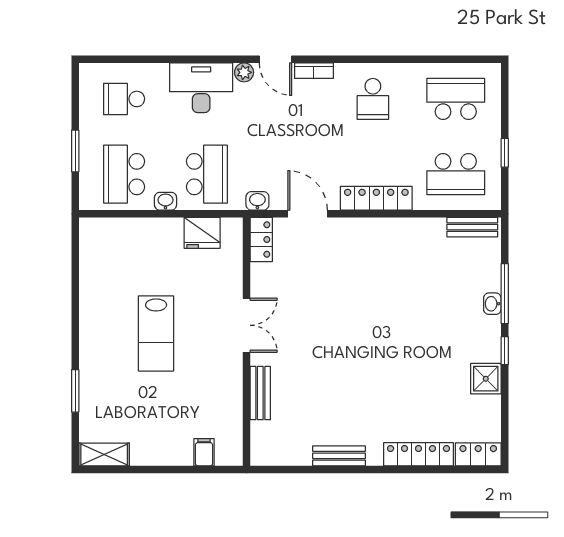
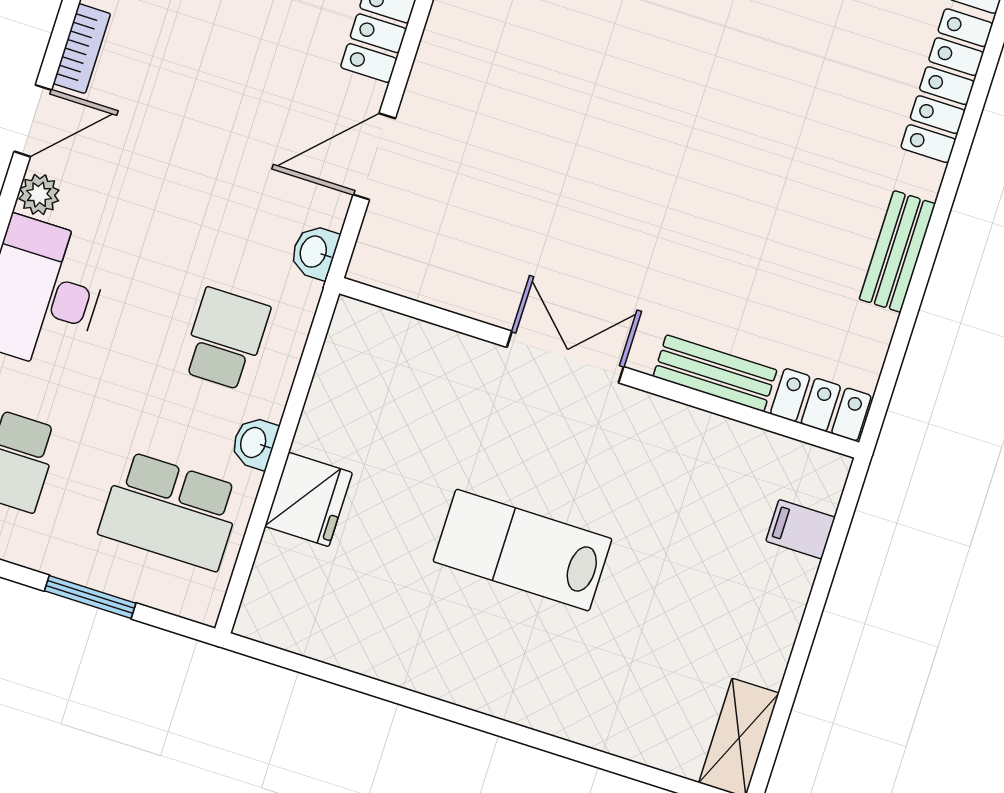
school desk: (207, 174) -> (226, 339), width x0.54
fridge: (202, 233) -> (308, 499), moved
locker: (261, 239) -> (821, 405), moved
lab bench: (156, 334) -> (522, 550), turned 180
window: (75, 391) -> (588, 756), removed

